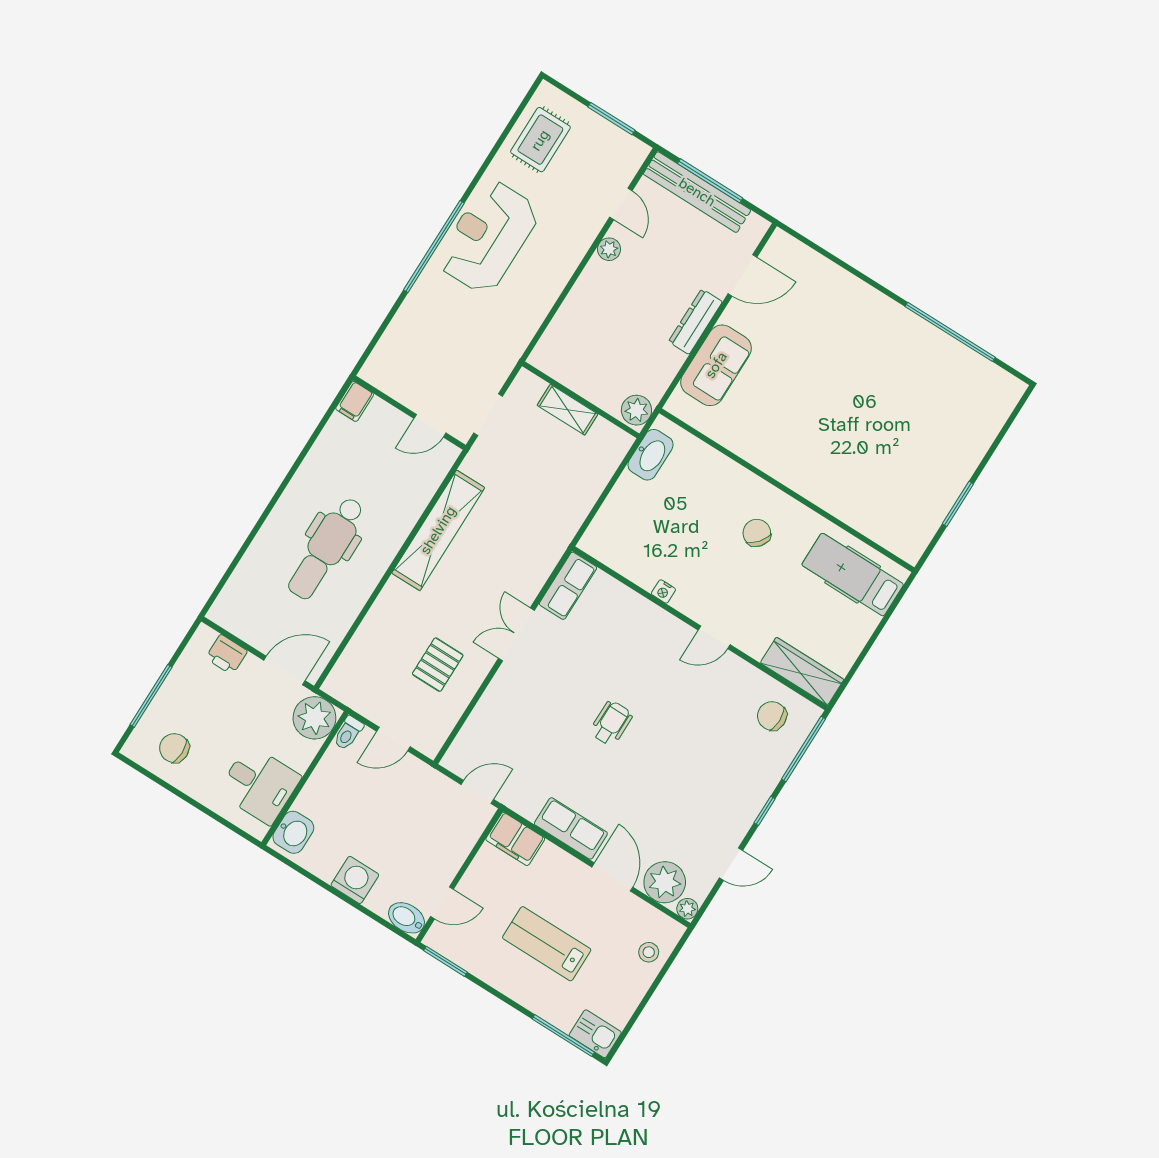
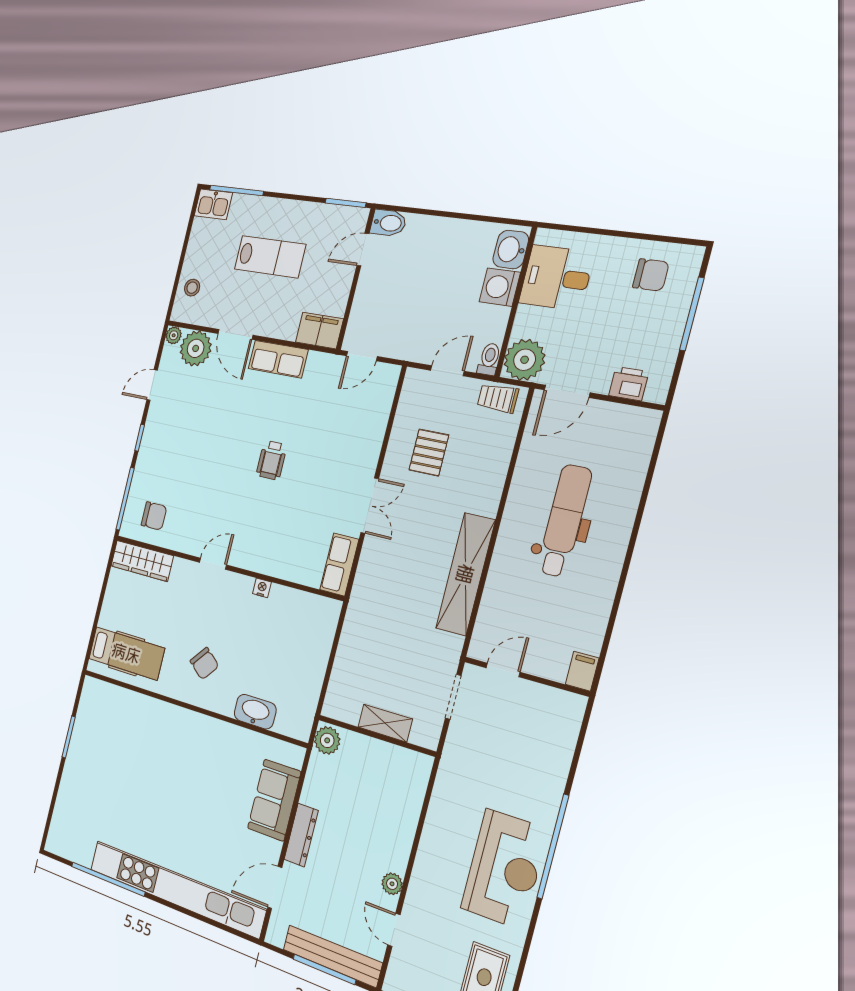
kitchen unit: (864, 301) -> (176, 889), added
washbasin: (650, 455) -> (255, 712), moved, turned 90
trolley: (352, 691) -> (498, 398), added
washing machine: (355, 880) -> (500, 287), moved, turned 90

